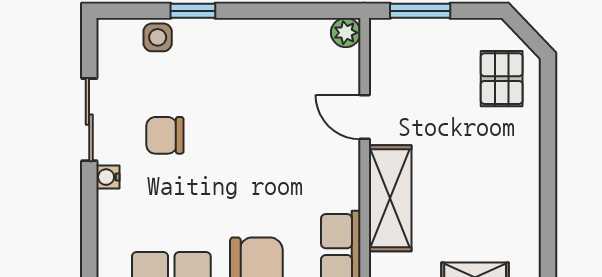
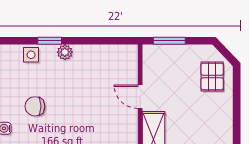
plant: (346, 33) -> (65, 52), moved

